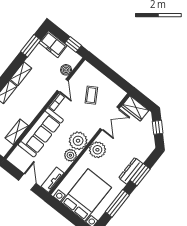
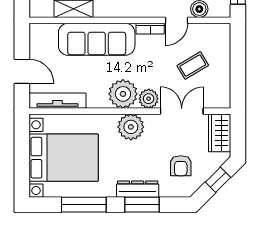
double door: (110, 118) -> (182, 111), swing flipped
armchair: (136, 140) -> (181, 166), added
plant: (70, 155) -> (149, 99), moved
tv unit: (53, 180) -> (58, 101), width x1.41
door: (27, 182) -> (22, 71), hinge flipped

